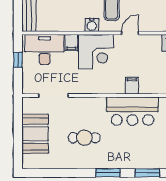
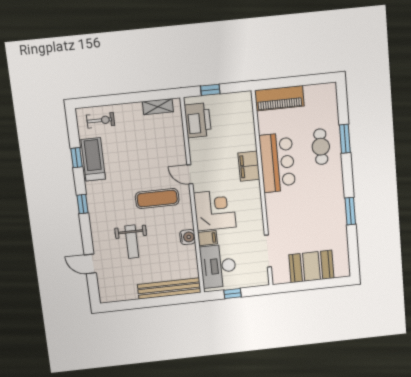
water cooler: (92, 25) -> (188, 237), moved
filing cabinet: (132, 86) -> (249, 166), width x2.00
cafe table: (84, 138) -> (321, 147), moved
window: (108, 173) -> (350, 211), moved

